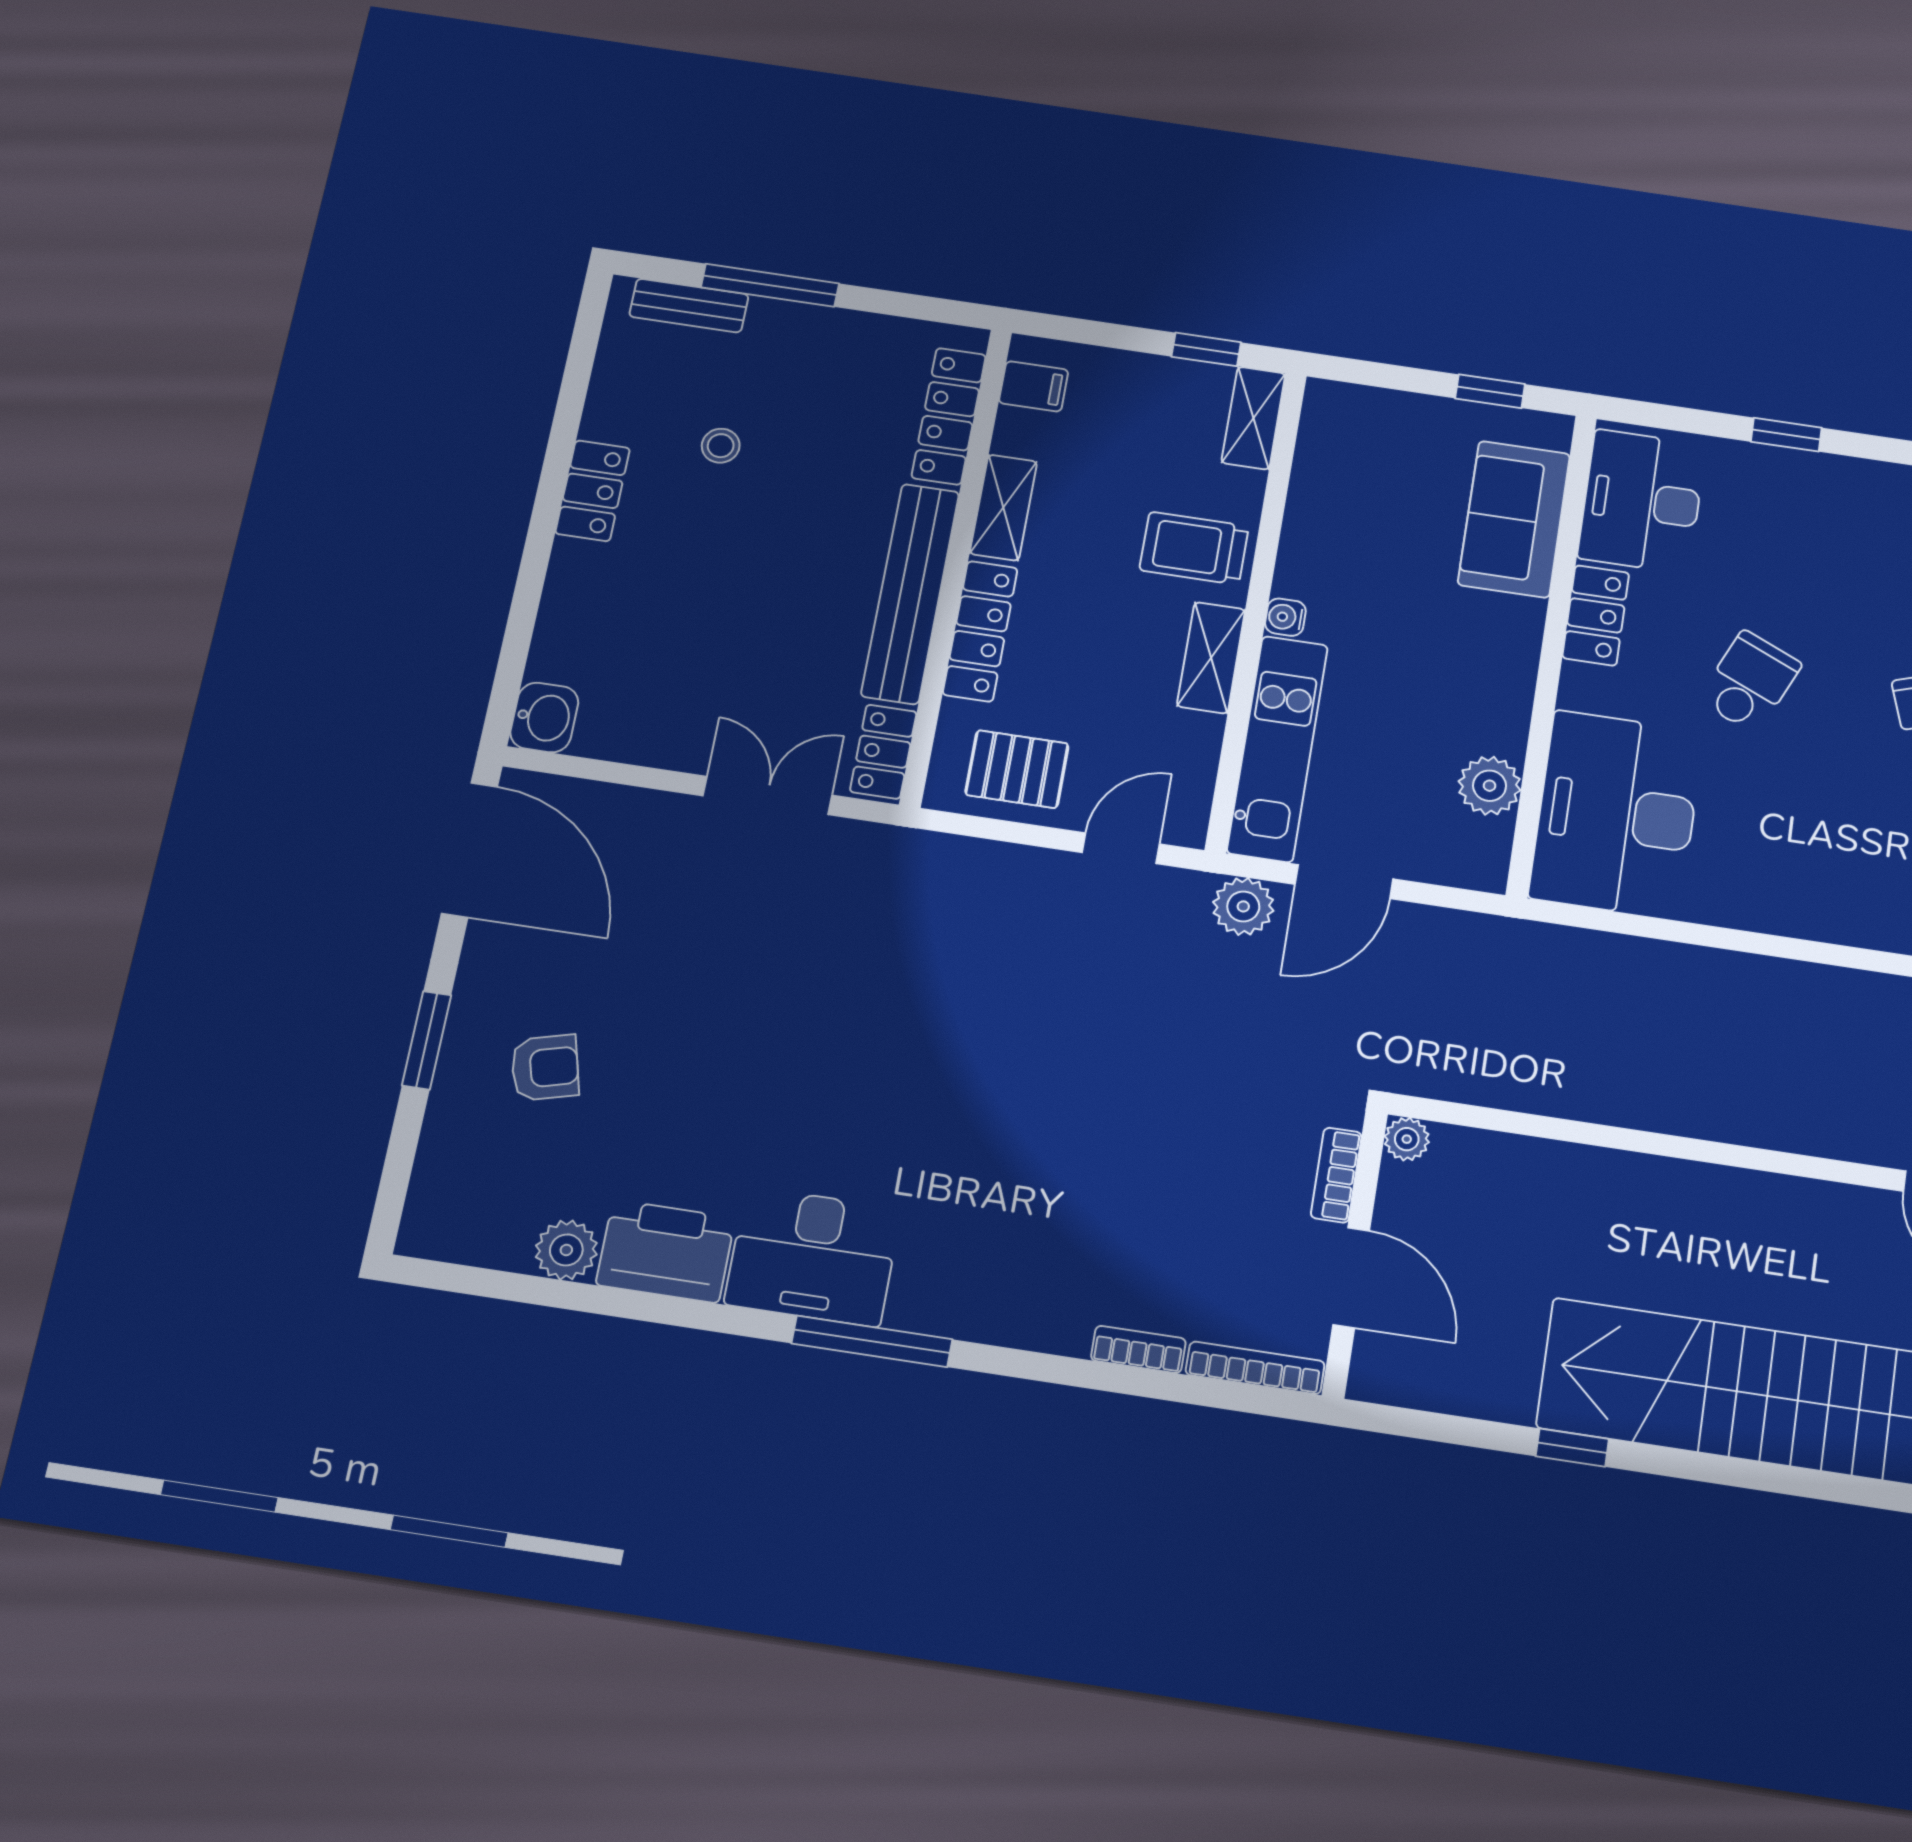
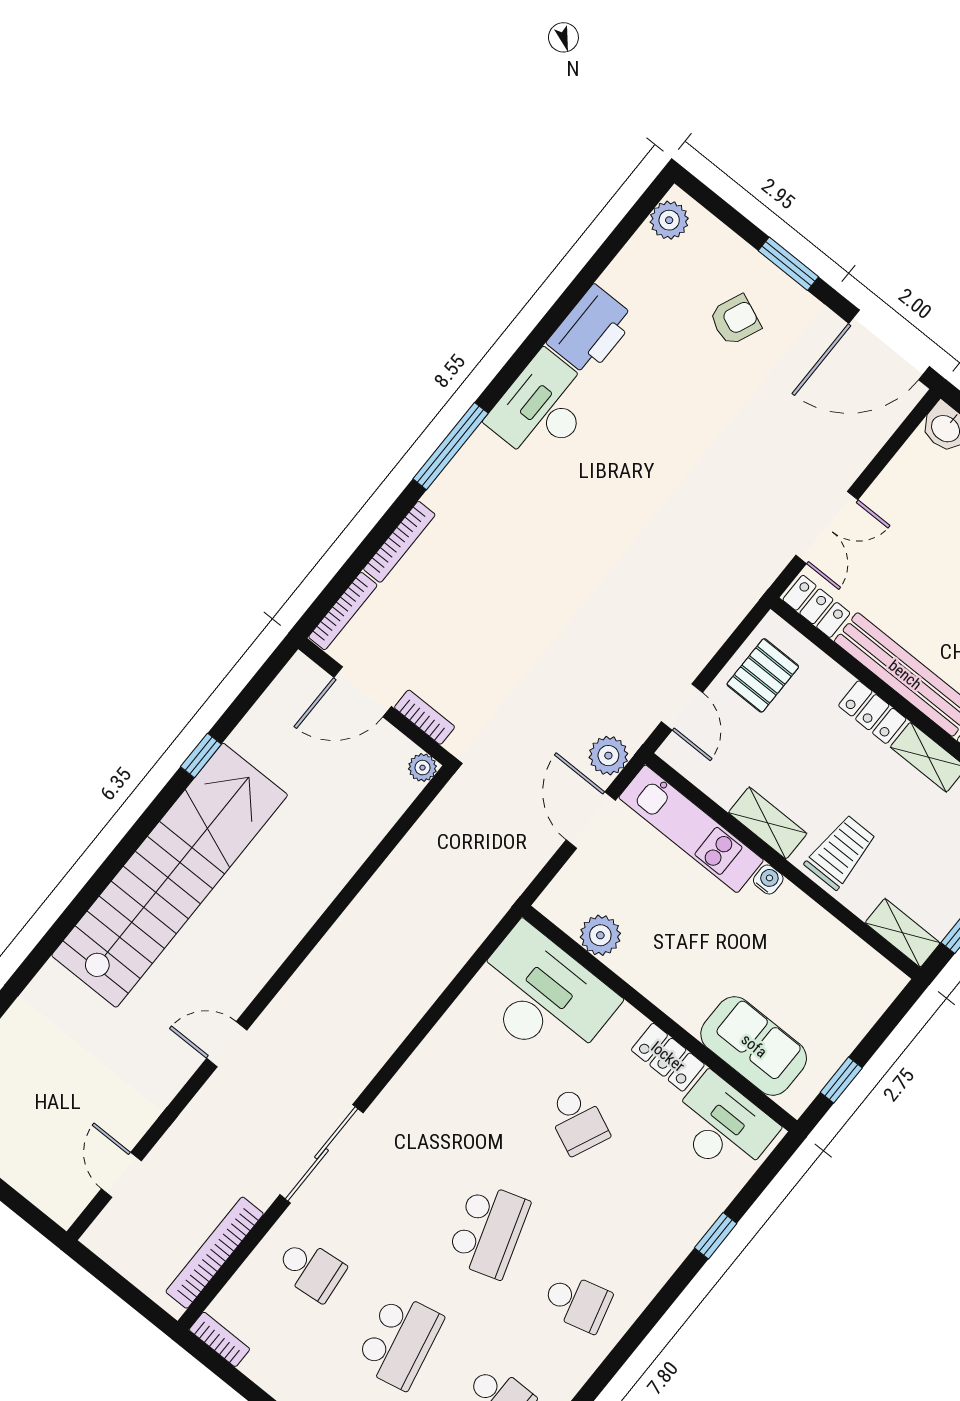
locker: (980, 631) -> (872, 712), width x0.66
armchair: (545, 1068) -> (735, 320), turned -142
plant: (566, 1250) -> (669, 220), moved
window: (872, 1341) -> (451, 446), moved
bookcase: (1138, 1349) -> (399, 542), width x1.56

